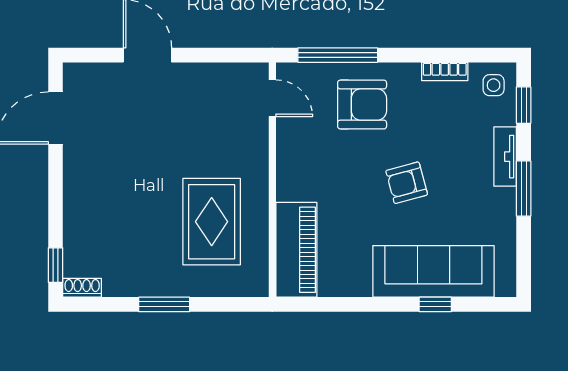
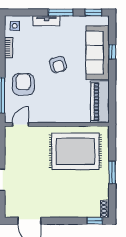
window: (524, 105) -> (93, 13), moved
rug: (212, 222) -> (75, 151), width x1.37, depth x1.44
piano: (296, 250) -> (100, 102), moved, turned -90

